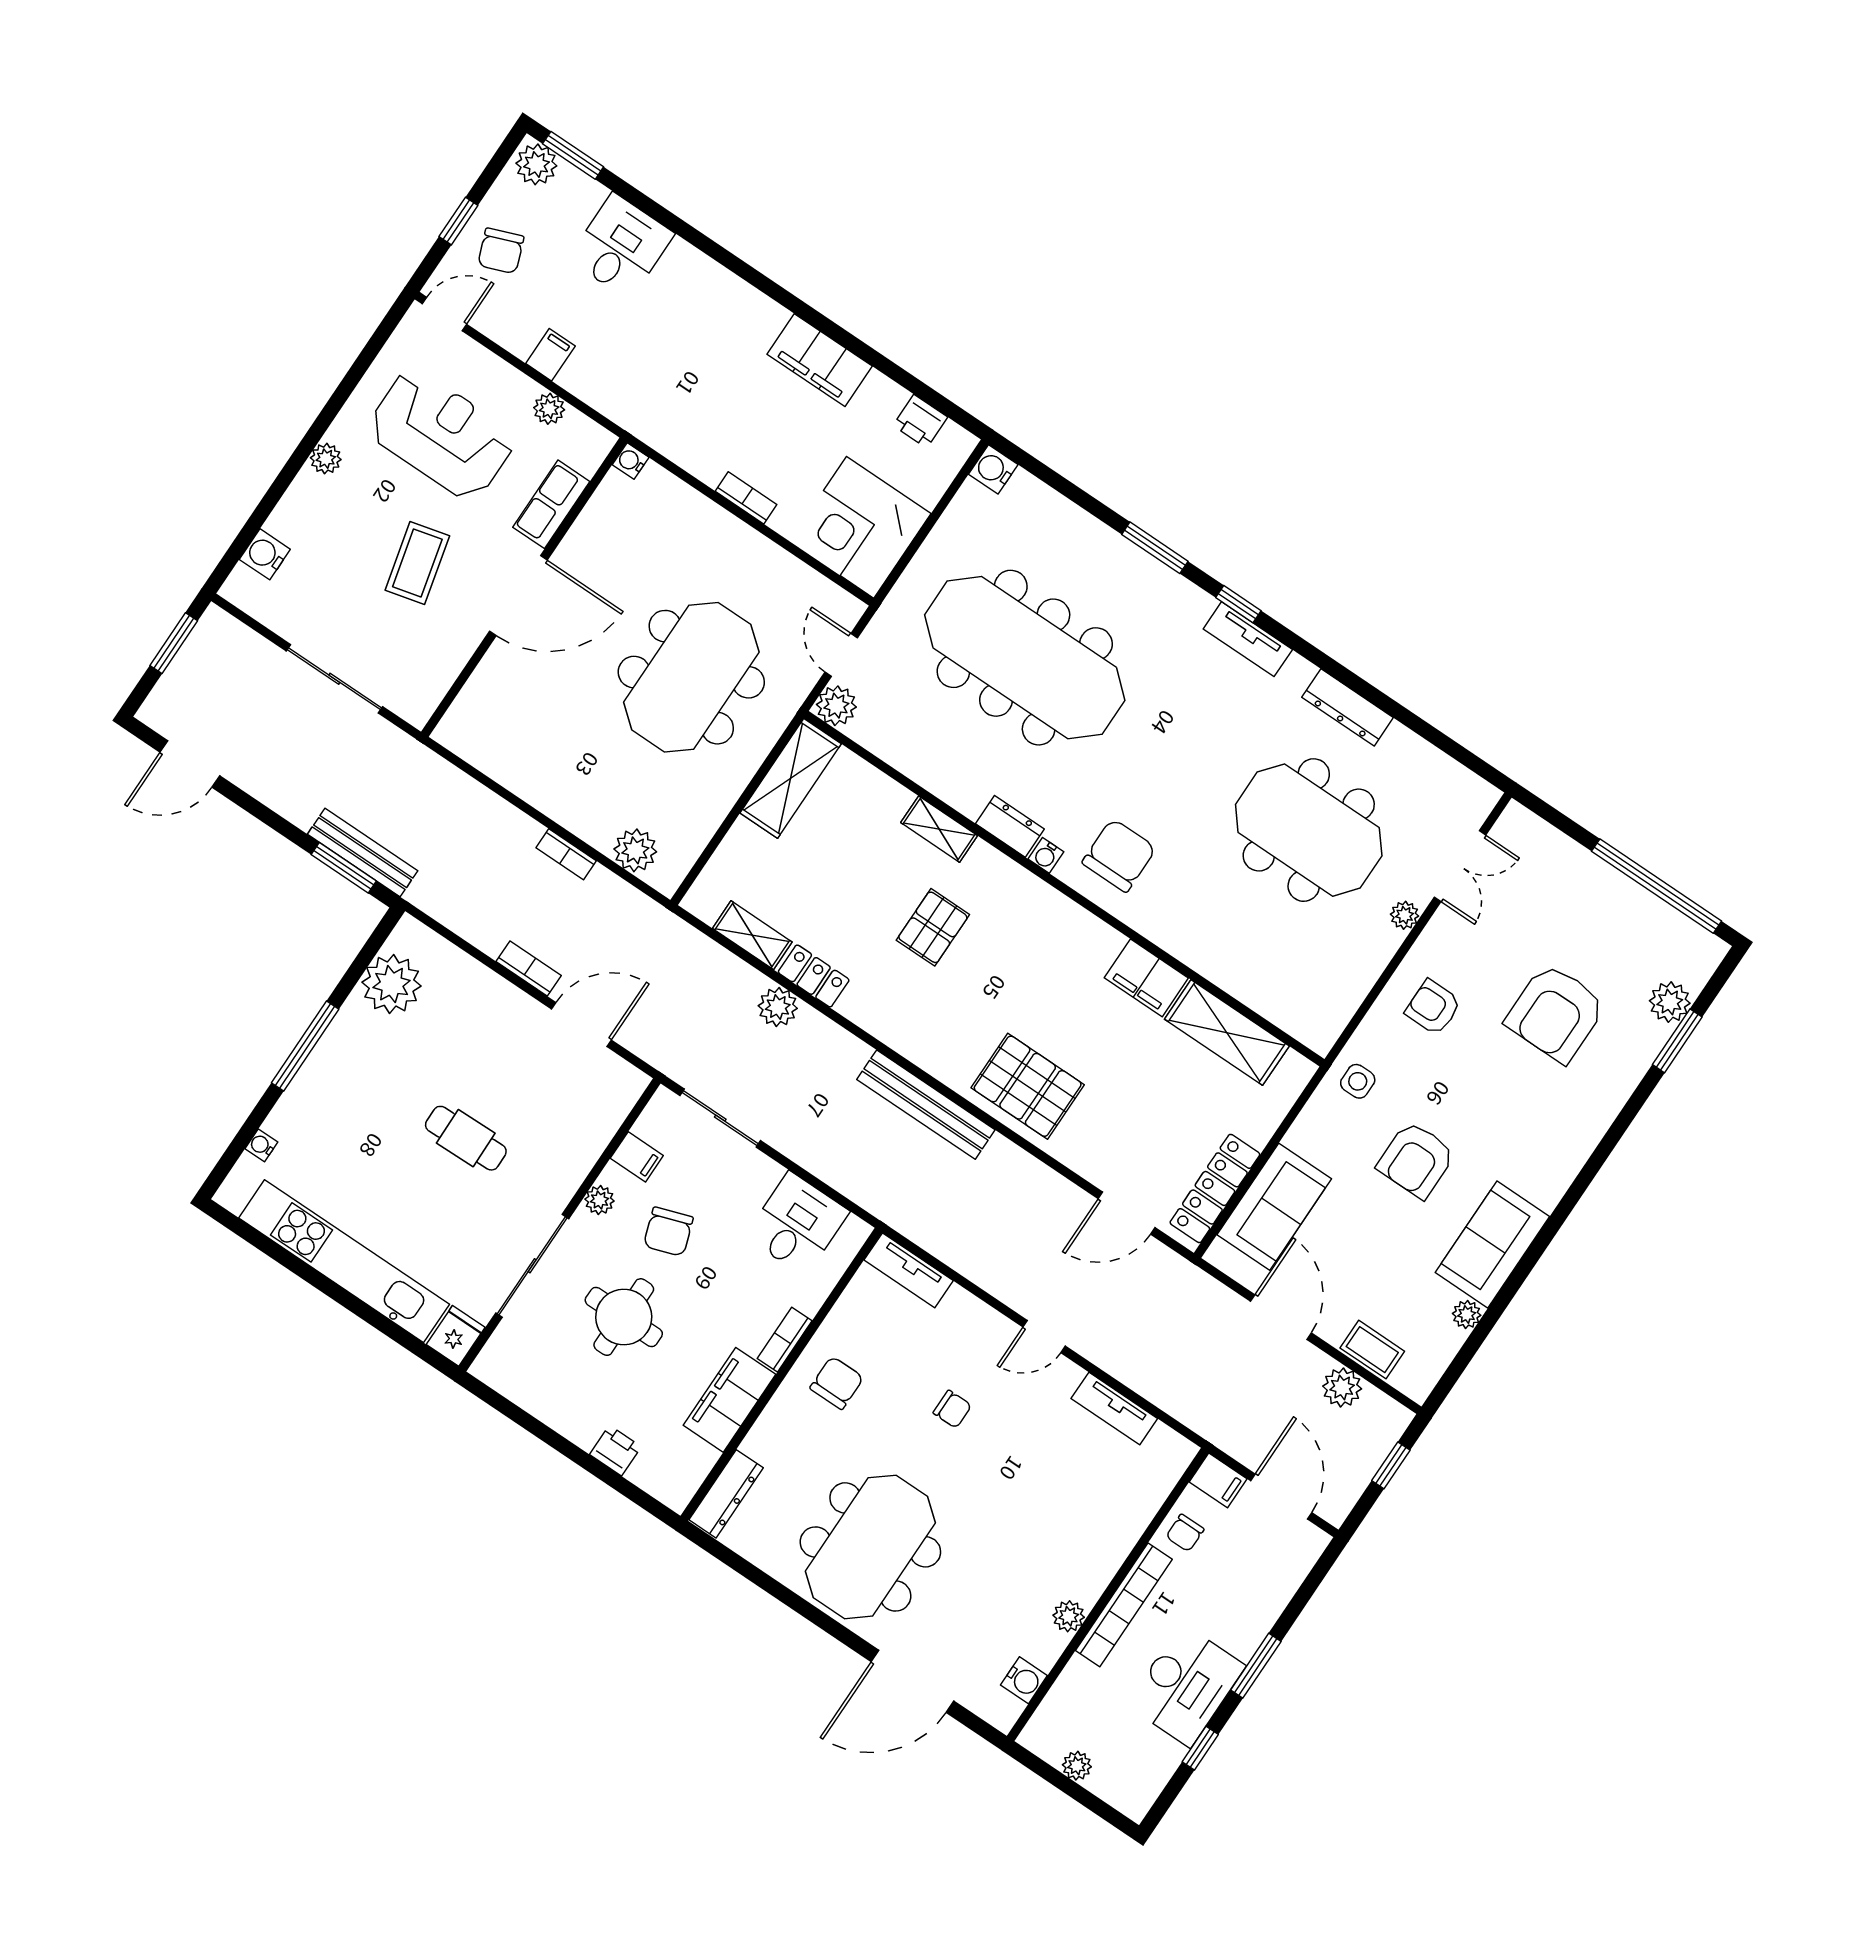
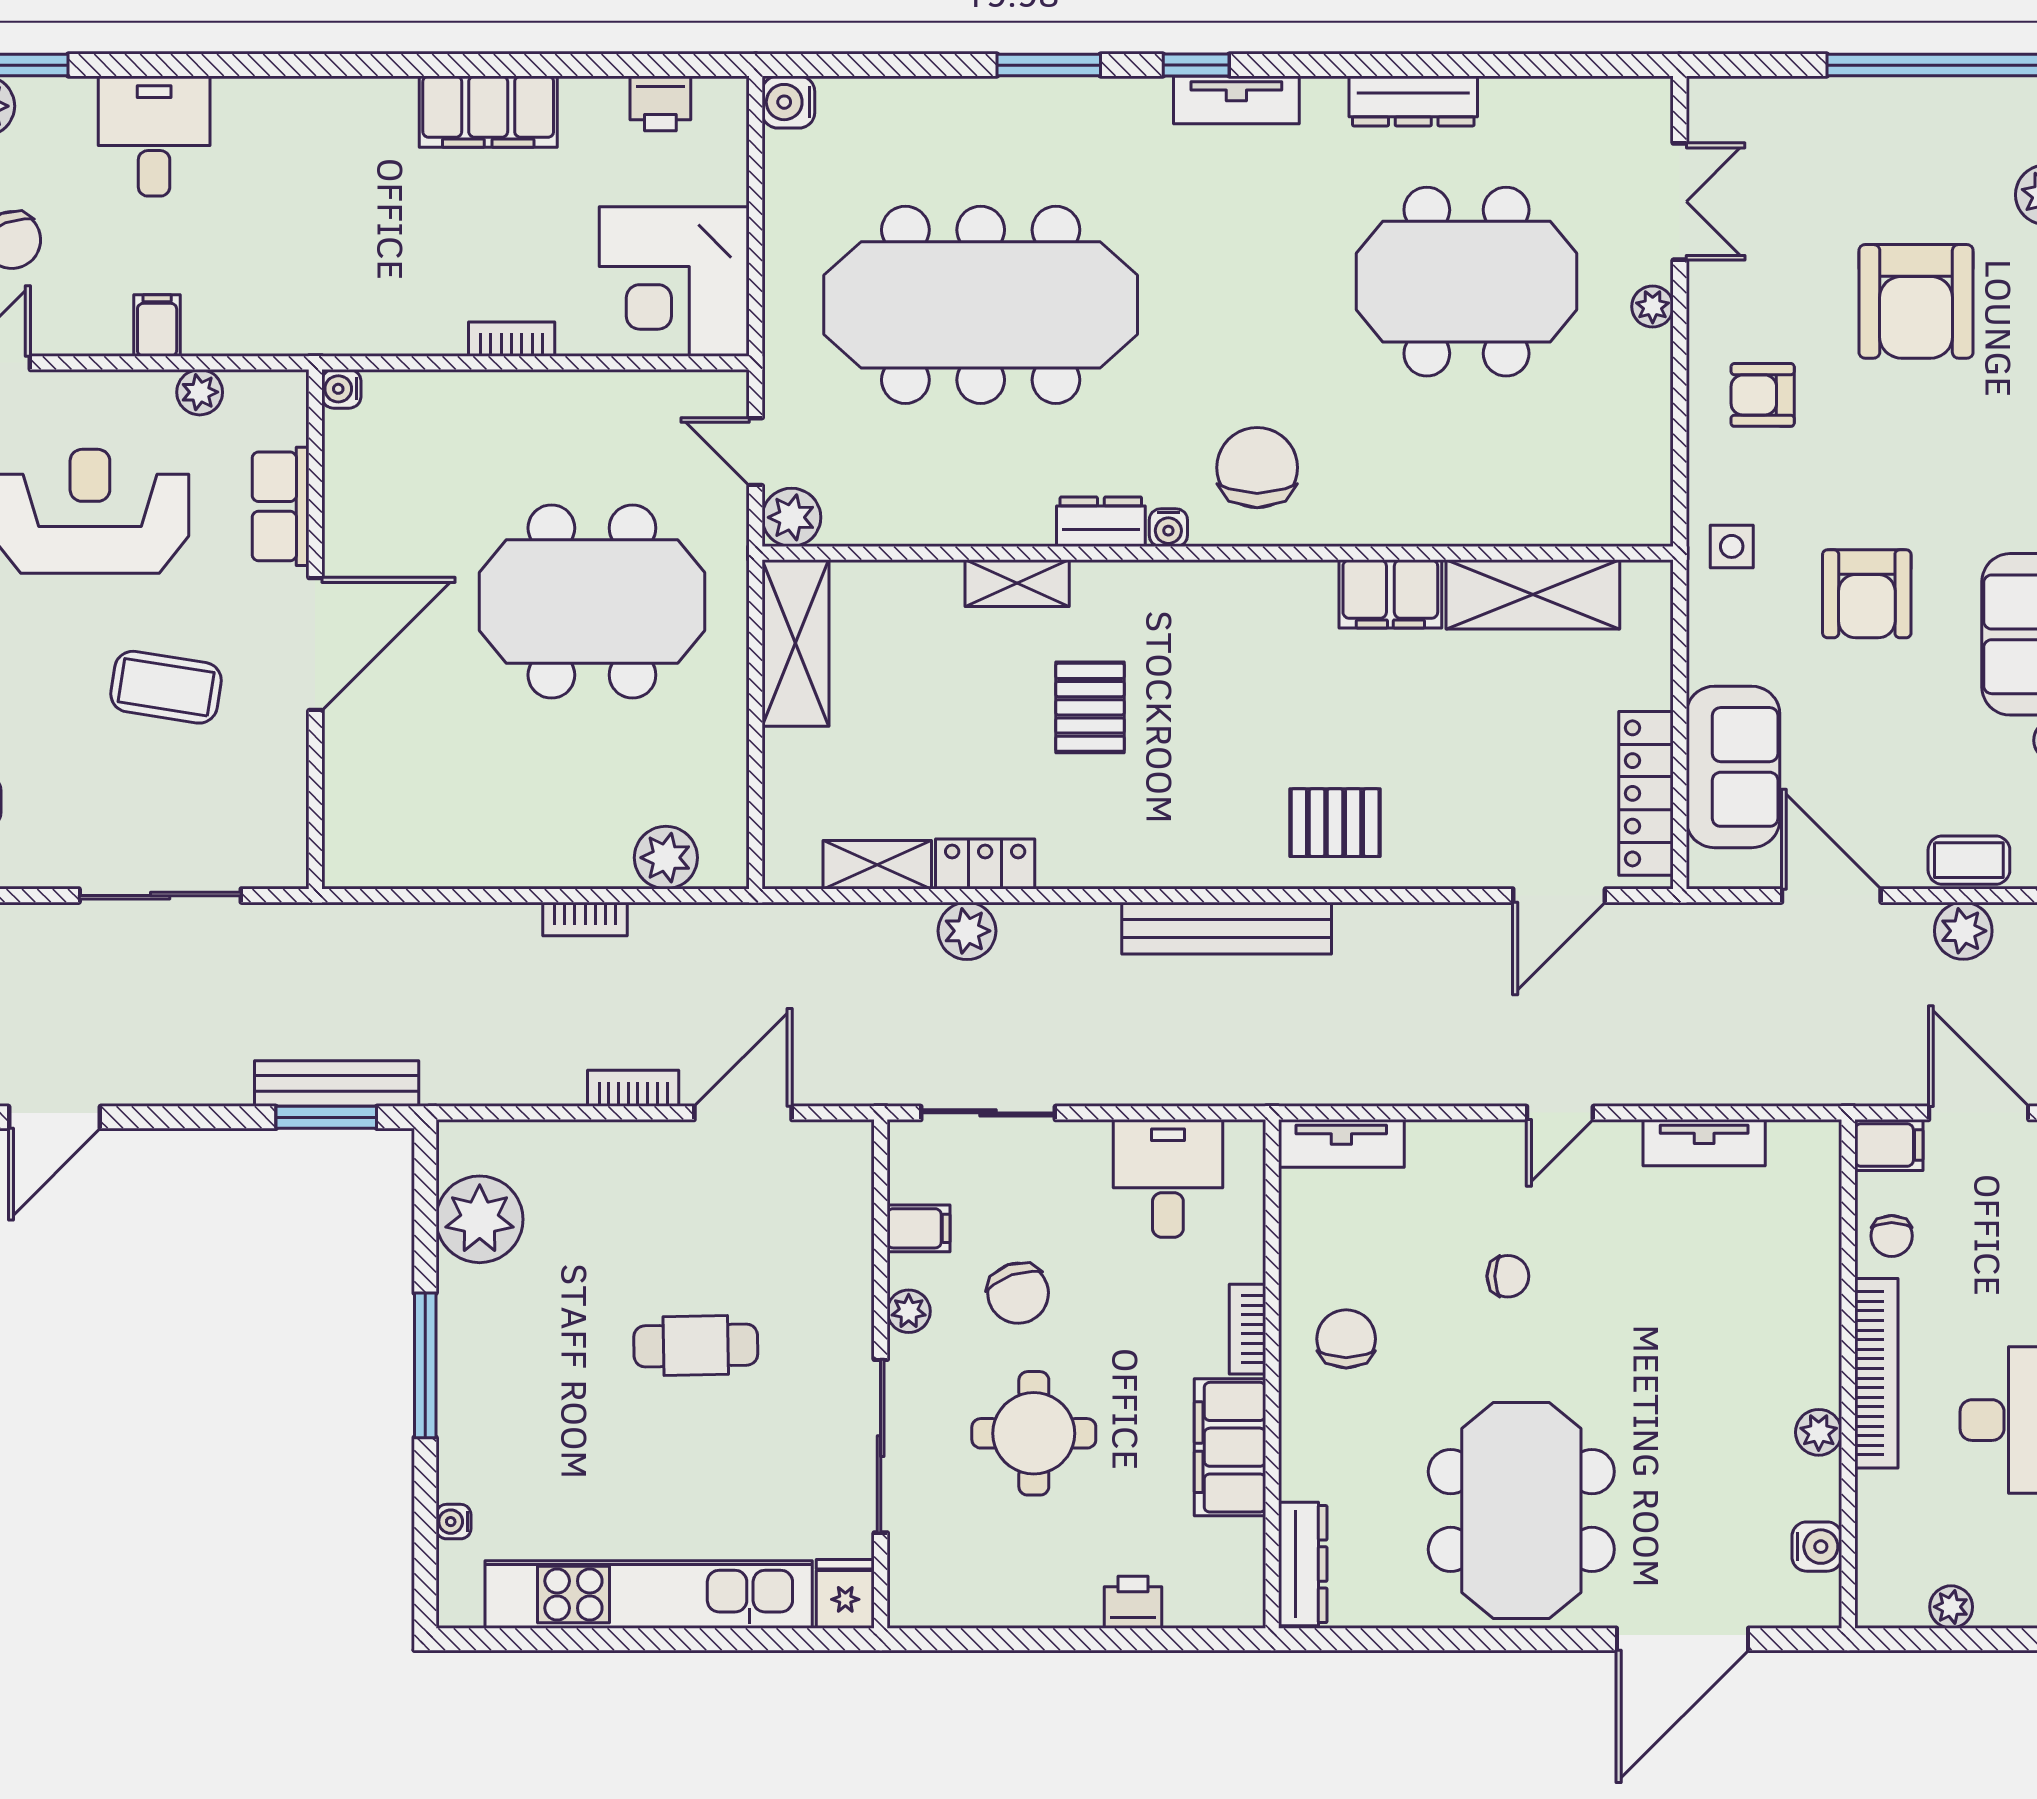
coffee table: (417, 563) -> (166, 687), turned -67
meeting table: (691, 677) -> (592, 602), turned 90
pallet: (1028, 1086) -> (1335, 823), width x0.67, depth x0.71

